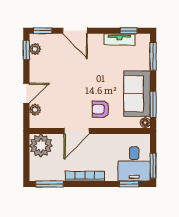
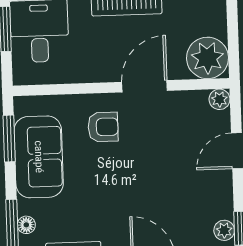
plant: (35, 110) -> (219, 99), moved
floor lamp: (145, 123) -> (26, 225), moved

